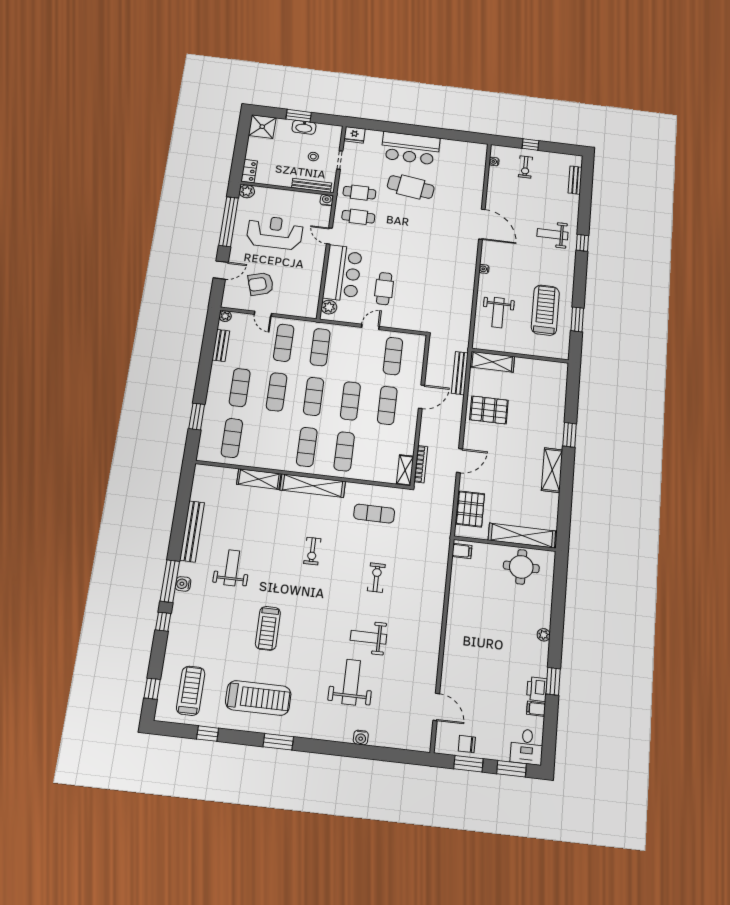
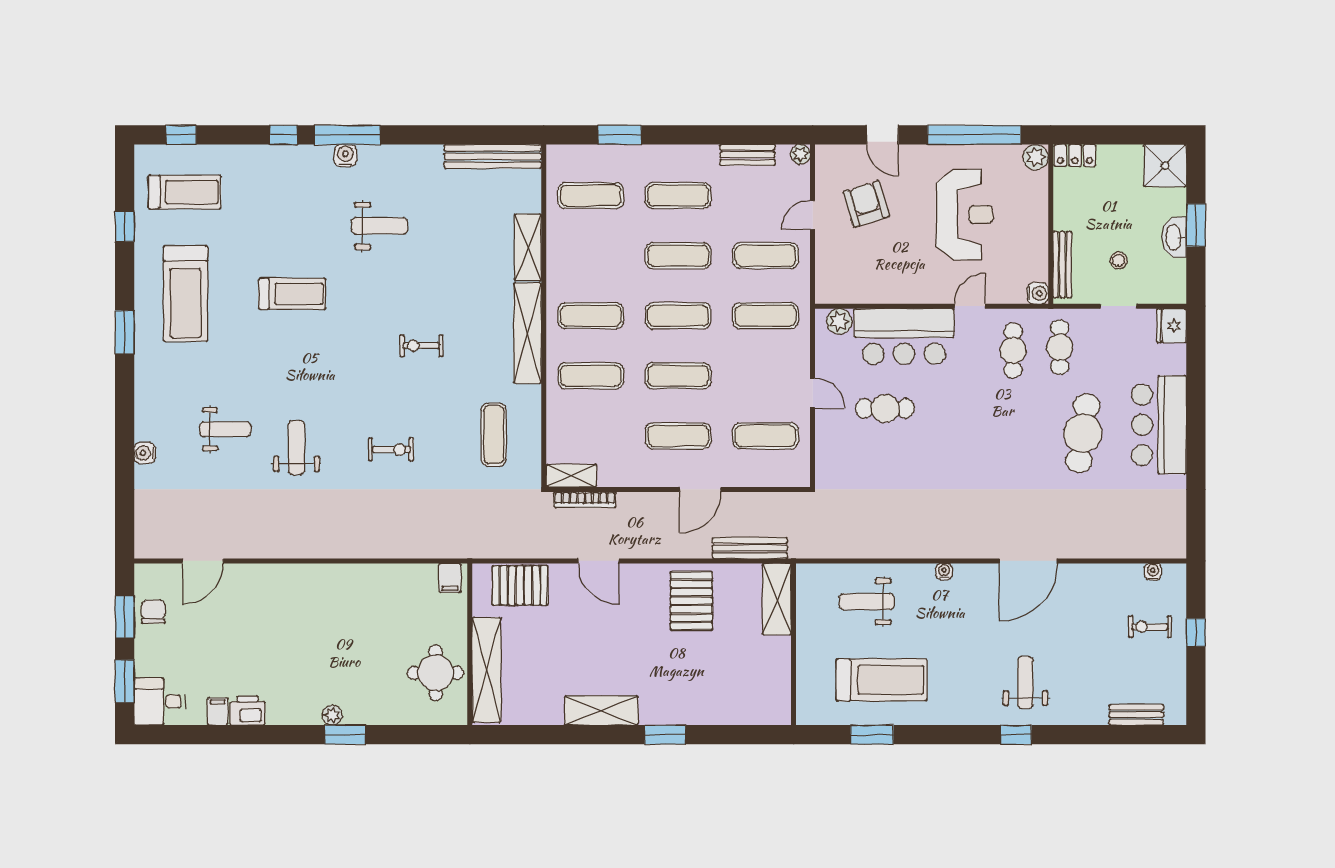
door: (422, 397) -> (700, 489), hinge flipped
bench: (192, 531) -> (493, 156), moved
treadmill: (268, 628) -> (292, 294), turned 180
window: (553, 681) -> (345, 735), moved
weight bench: (351, 682) -> (225, 429), width x0.73, depth x0.75

